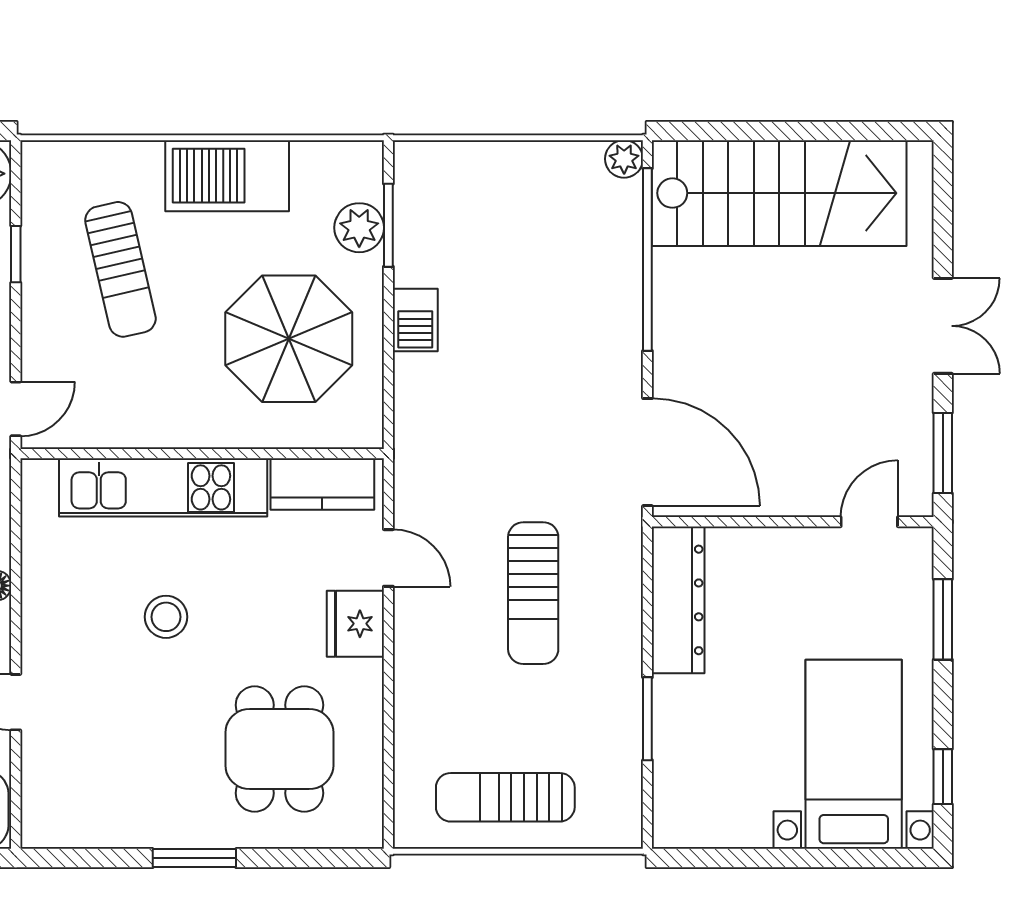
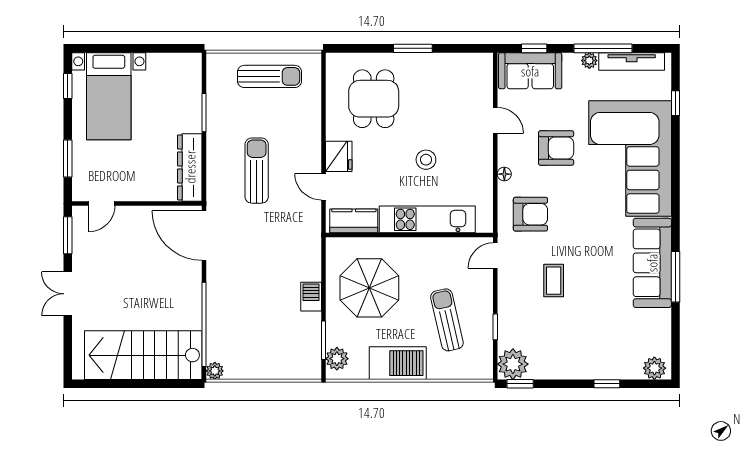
plant: (359, 228) -> (337, 359), moved

